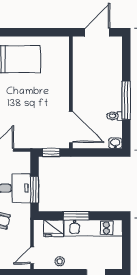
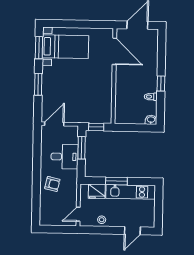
window: (126, 100) -> (161, 84), width x0.46
door: (71, 127) -> (114, 51), moved
window: (35, 190) -> (82, 148), moved

